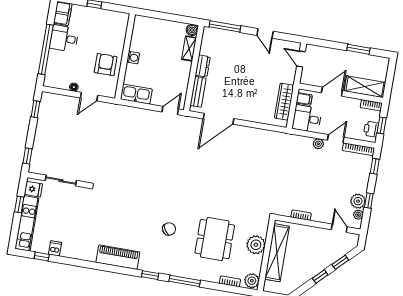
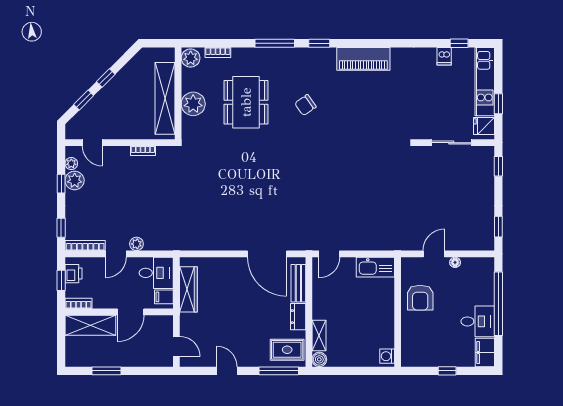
rug: (216, 42) -> (287, 350), added
washing machine: (133, 58) -> (387, 356), moved
door: (219, 119) -> (267, 254), swing flipped

